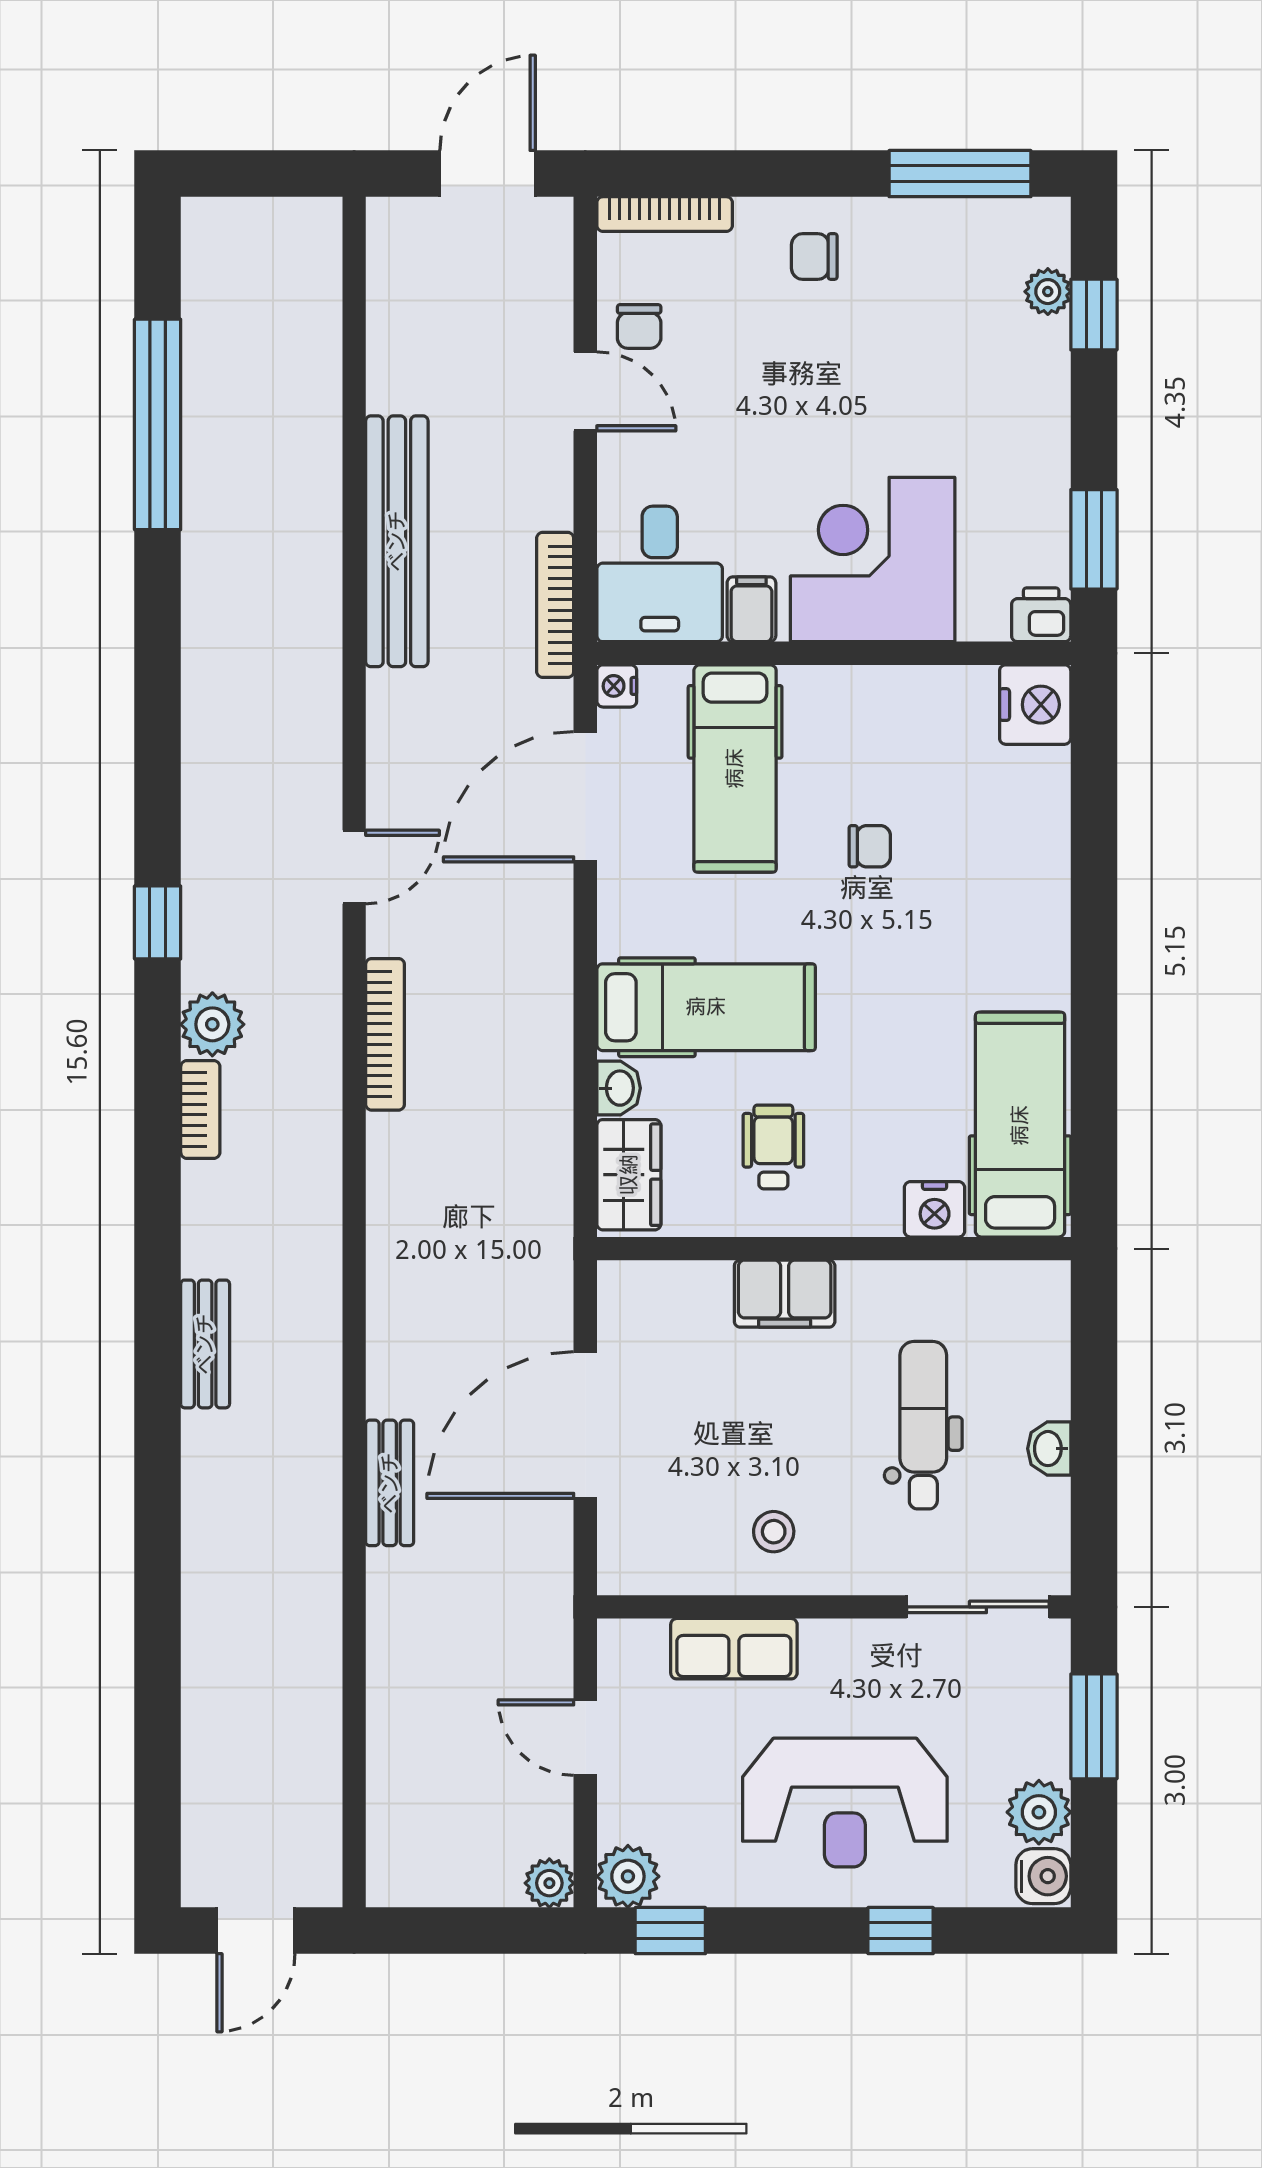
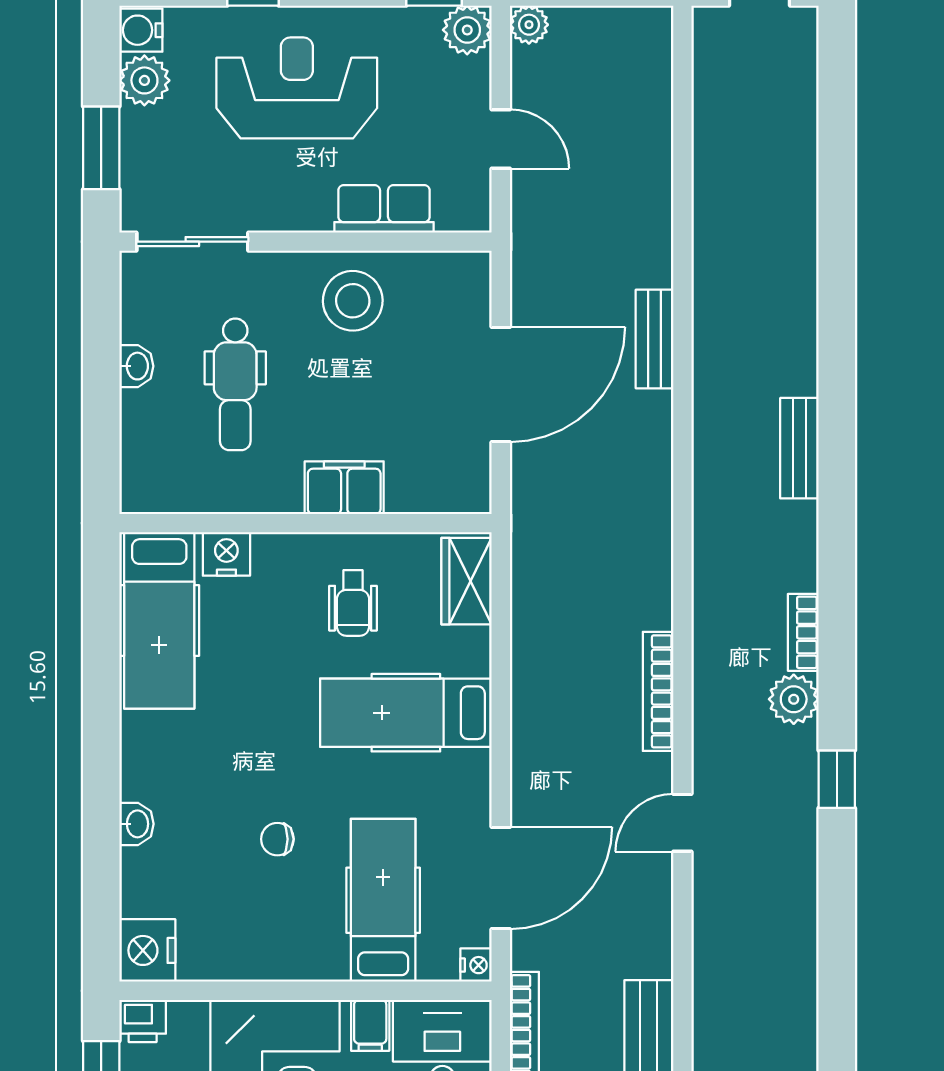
washbasin: (619, 1088) -> (136, 824), moved, turned 180
stool: (774, 1532) -> (353, 301), width x1.89, depth x1.89

